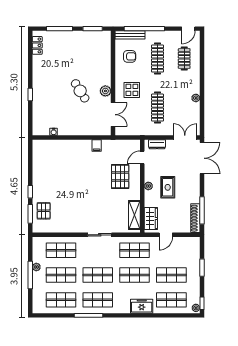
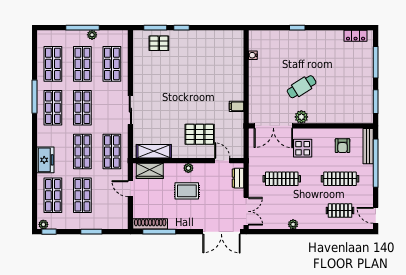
double door: (113, 115) -> (273, 126), width x1.37

